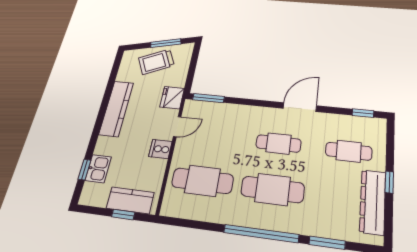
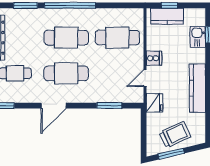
window: (208, 98) -> (109, 106), moved
cafe table: (278, 144) -> (66, 73), width x1.37, depth x1.35

